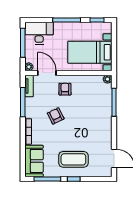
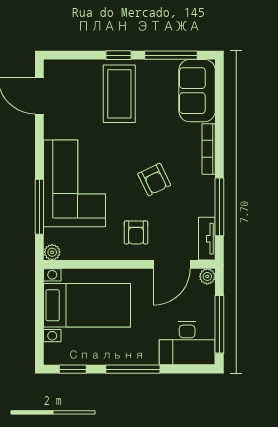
door: (47, 73) -> (172, 264), hinge flipped
corner sofa: (96, 114) -> (75, 183), added
coffee table: (73, 159) -> (119, 94), turned 90

